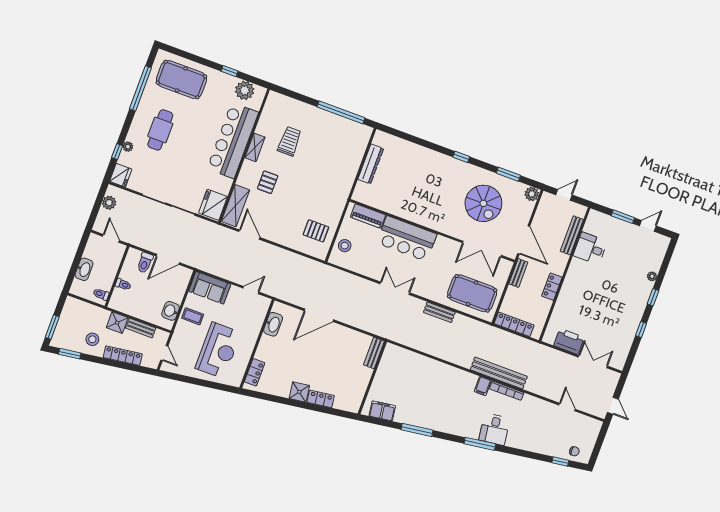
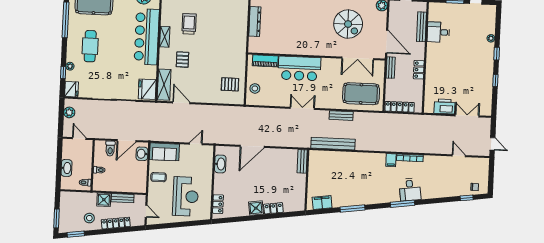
washbasin: (171, 311) -> (142, 154), moved
bench: (499, 373) -> (333, 144), moved

